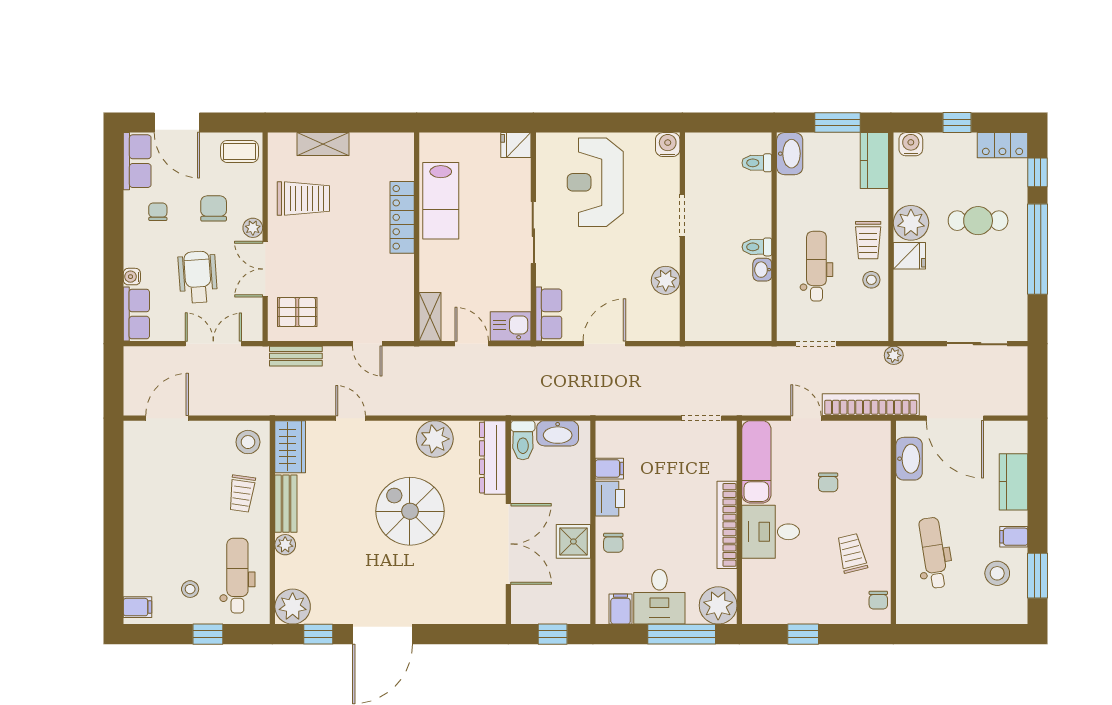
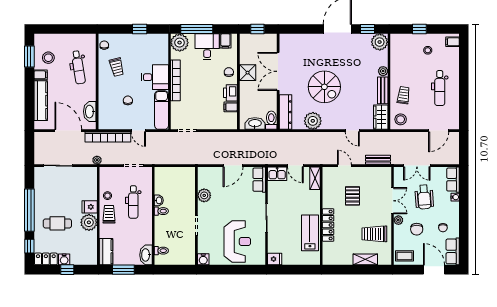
water cooler: (911, 144) -> (64, 259), moved
pallet: (297, 312) -> (352, 196), moved, turned 90
kitchen counter: (1013, 482) -> (41, 101), width x1.50
dental chair: (237, 576) -> (440, 88), moved

